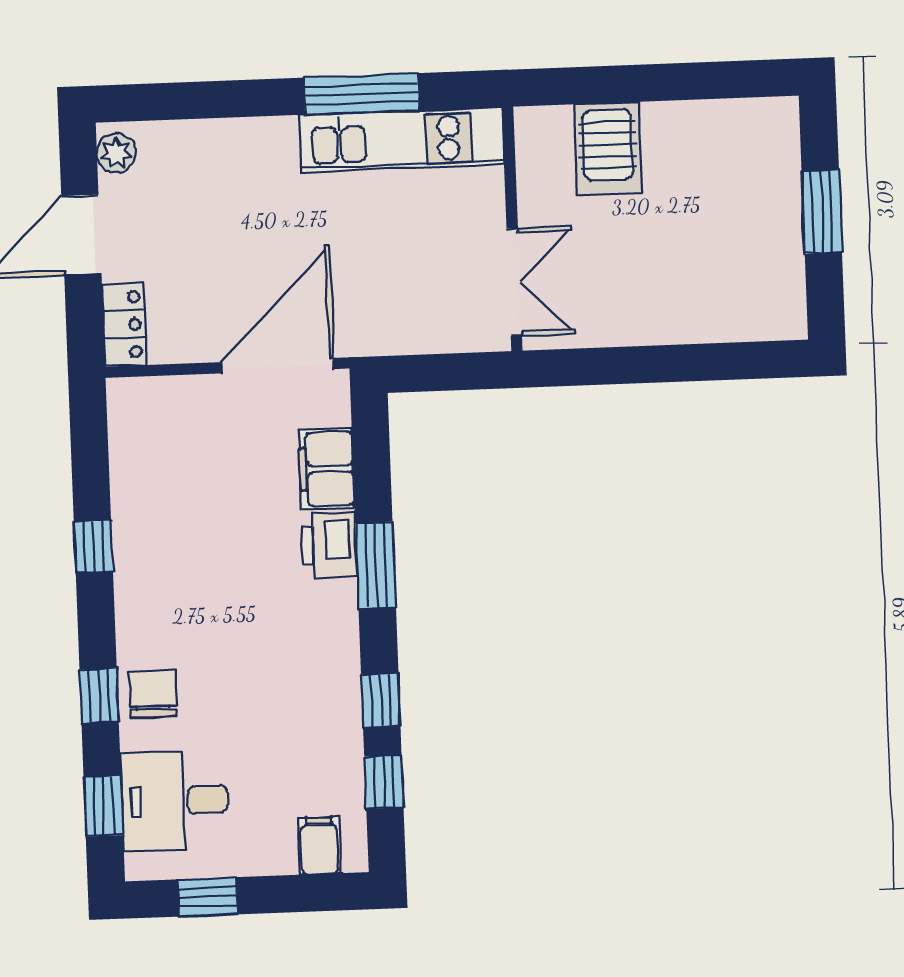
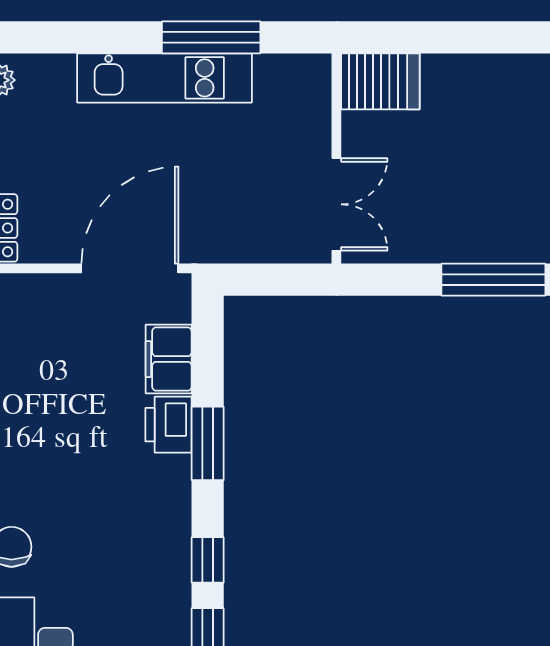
kitchen unit: (402, 140) -> (164, 78), moved
server rack: (608, 149) -> (380, 81), moved, turned -90
window: (700, 362) -> (493, 280), added

